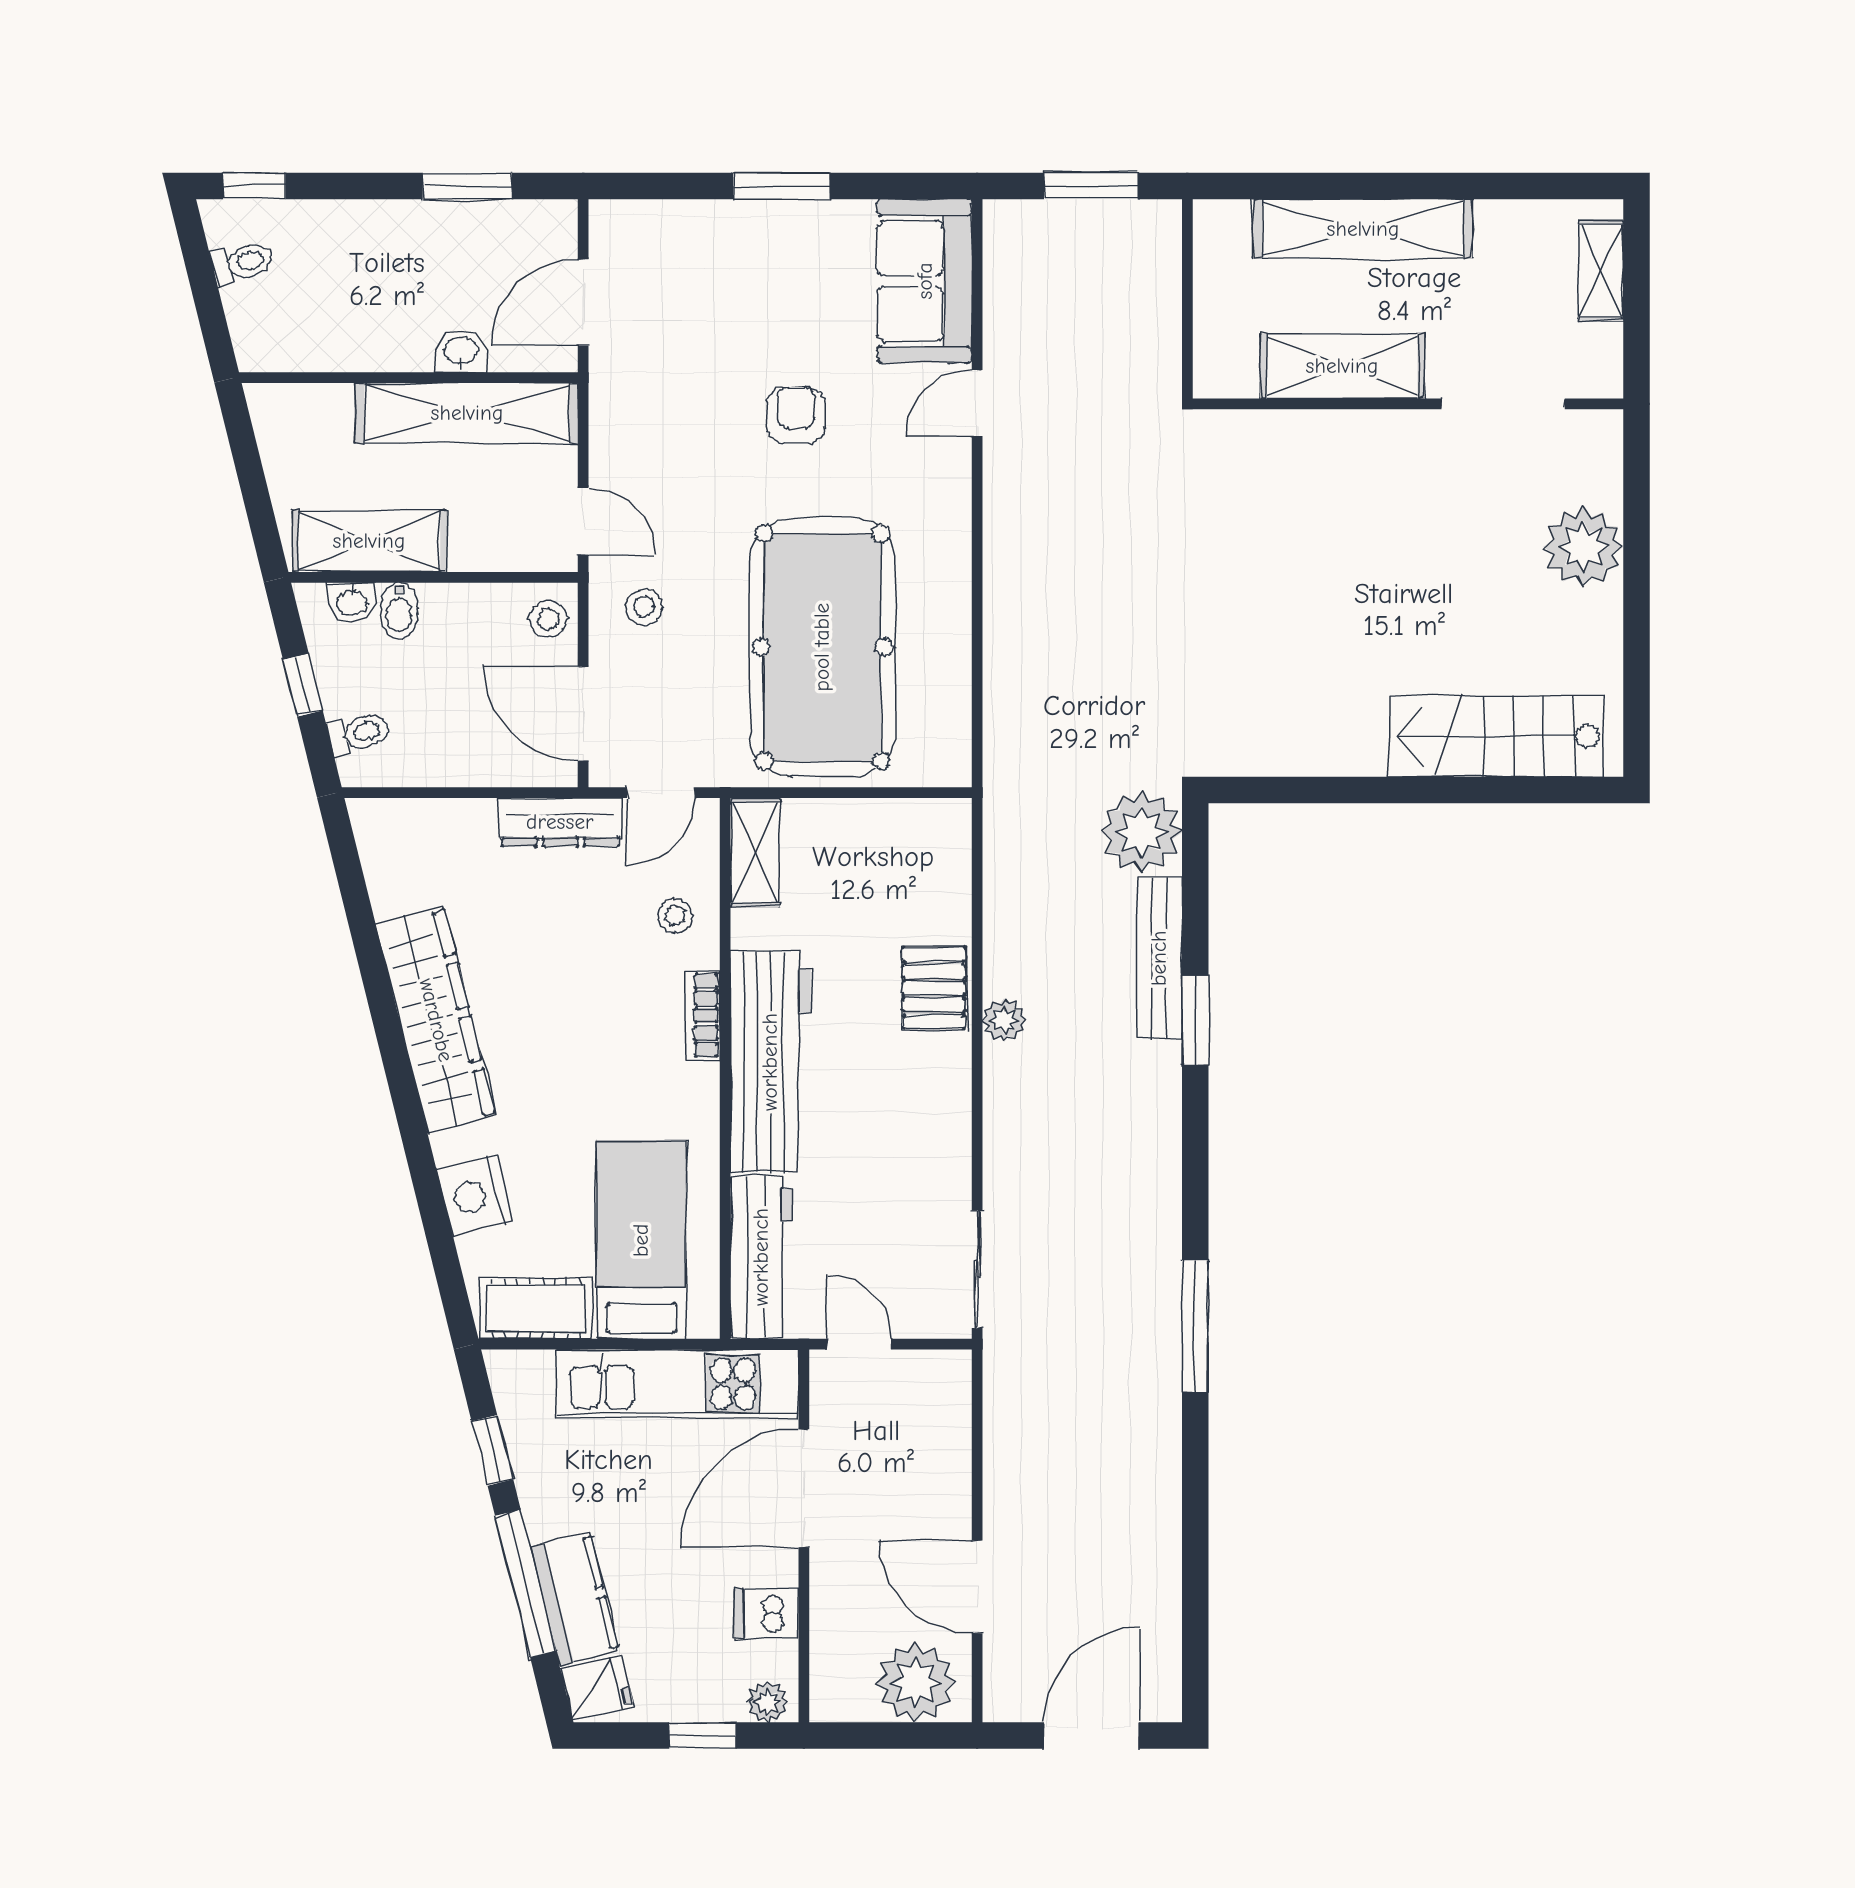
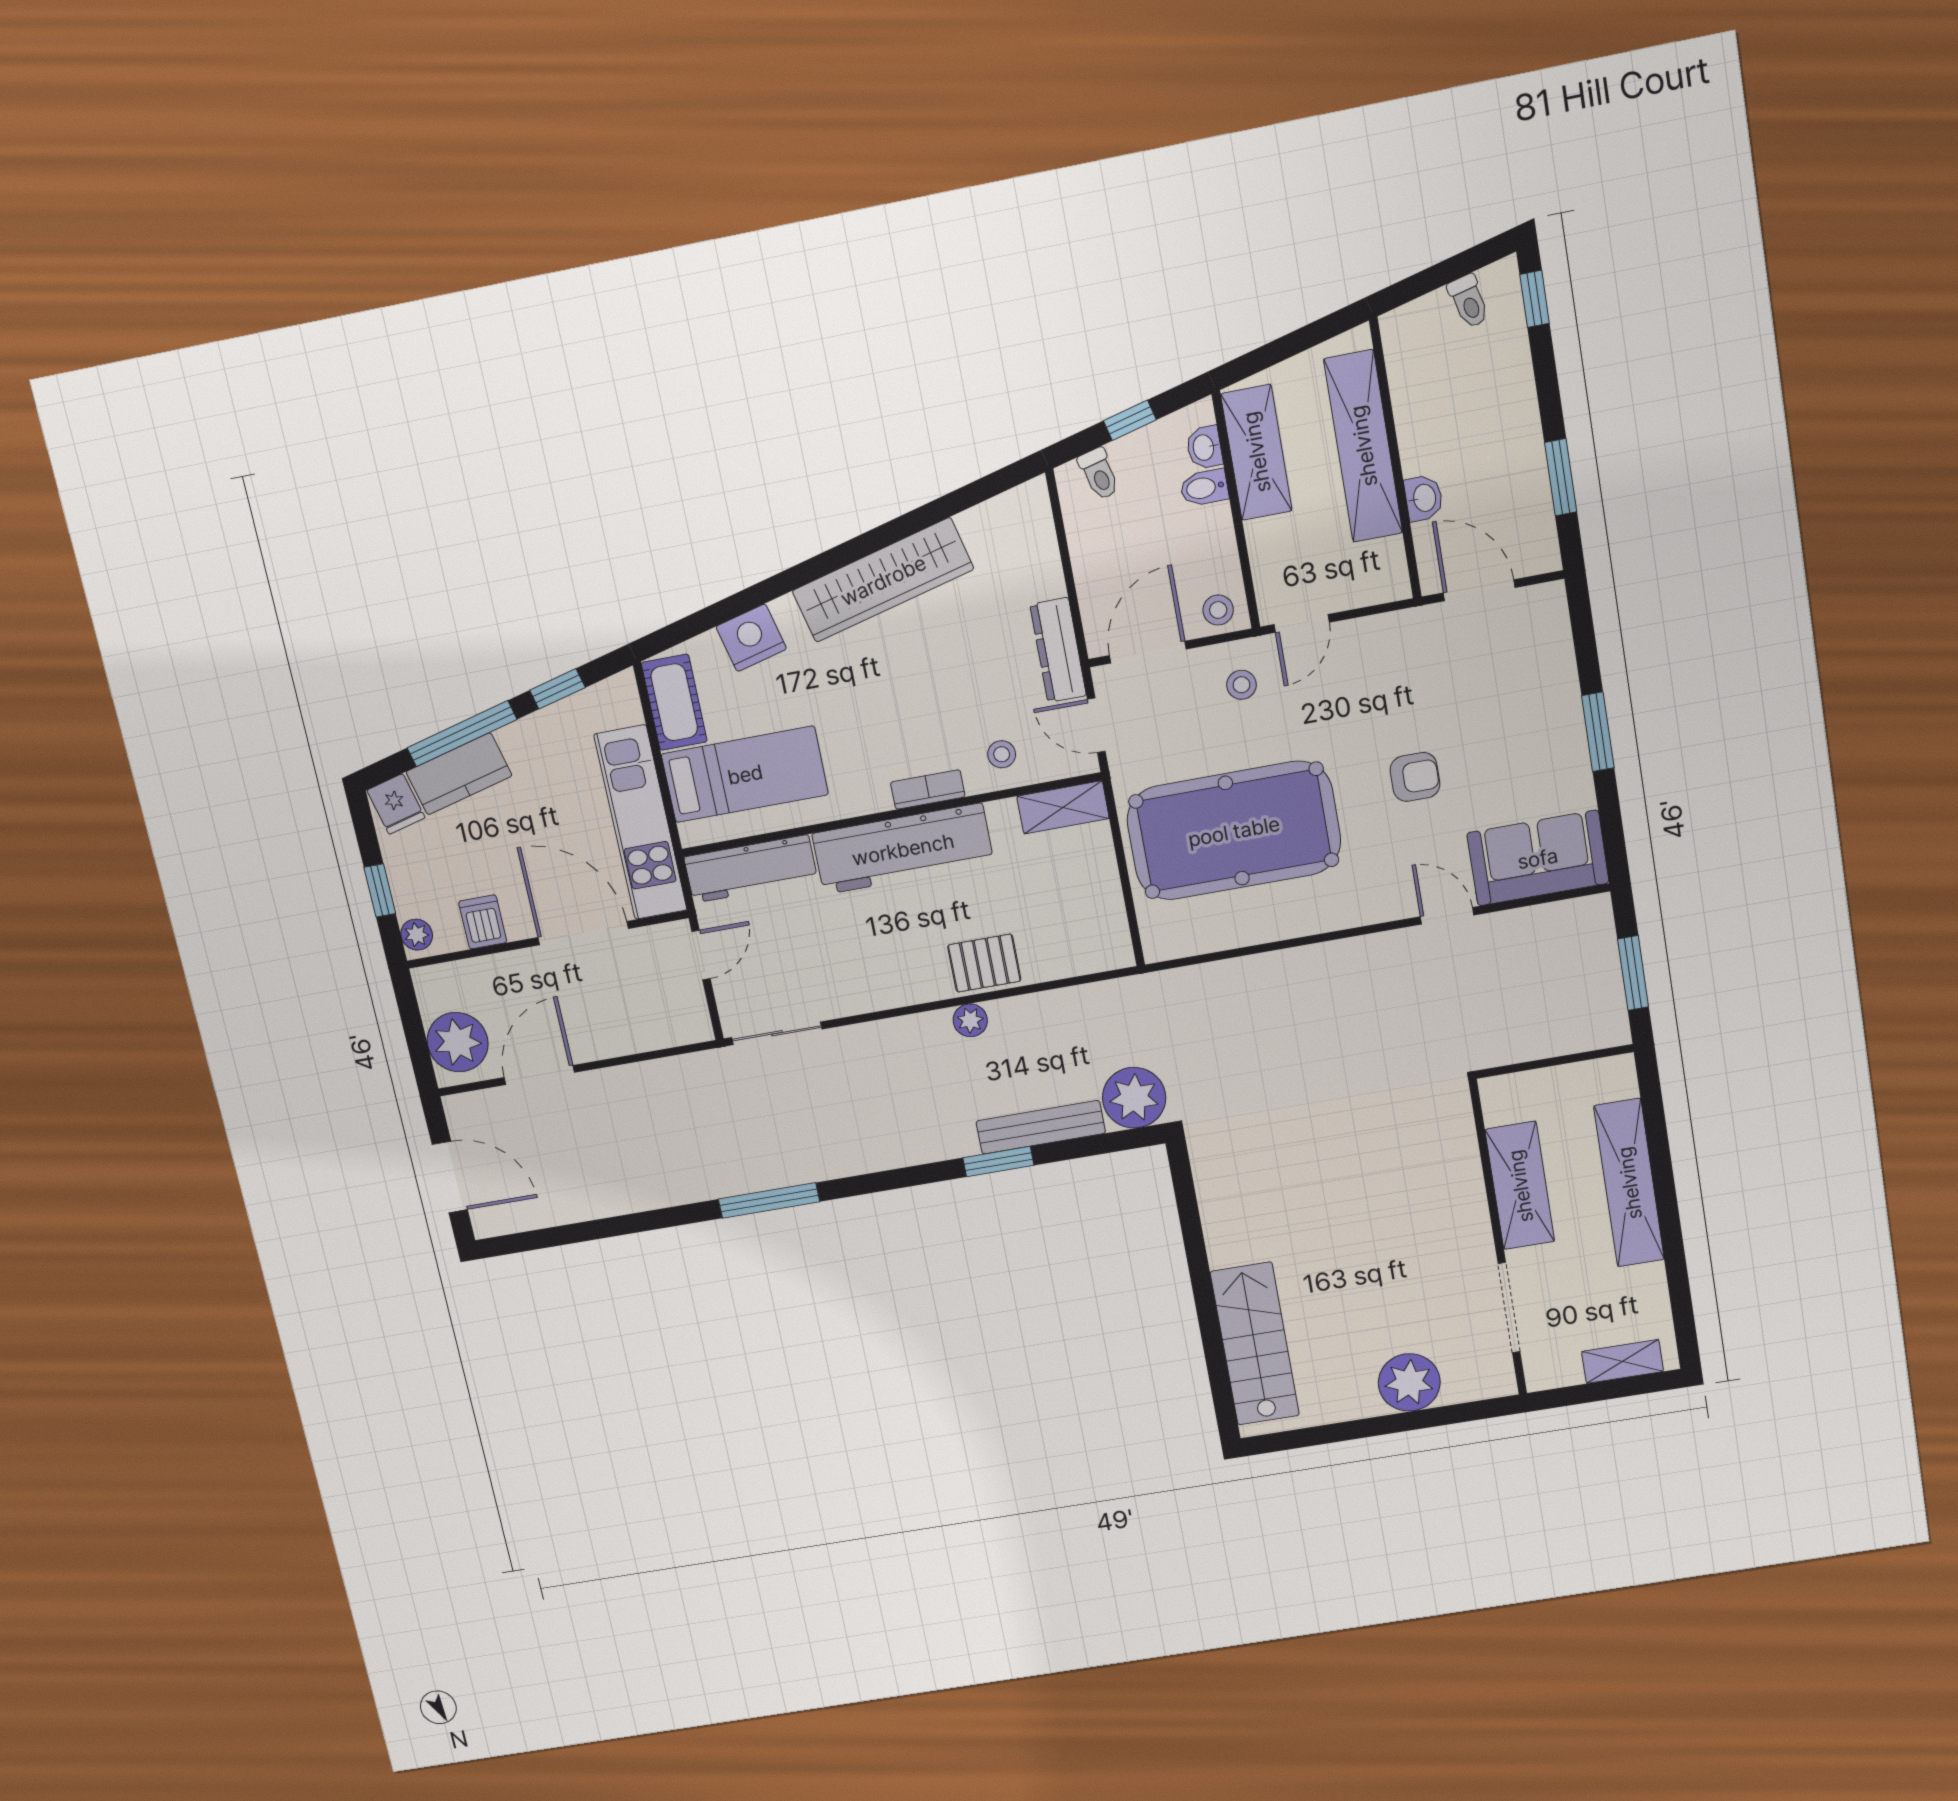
shelving: (467, 413) -> (1363, 446), moved

